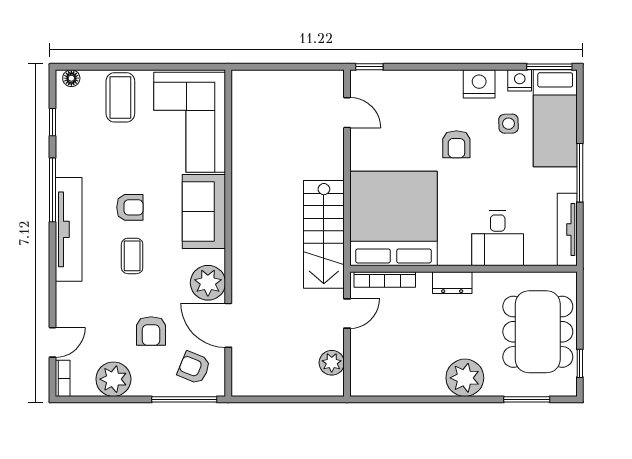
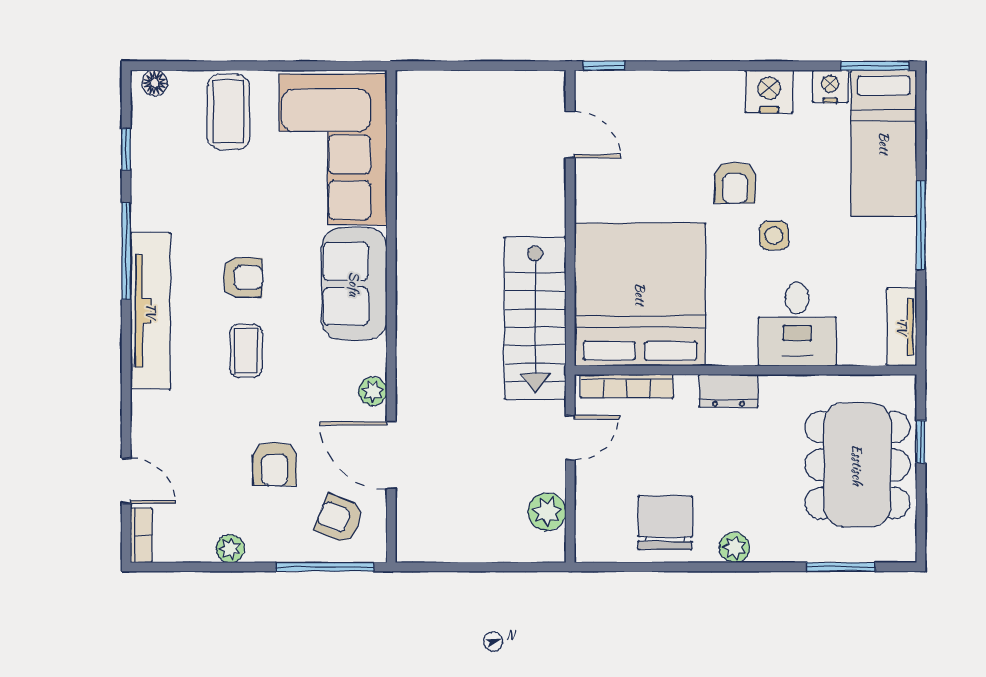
side table: (508, 124) -> (774, 236), moved
tv unit: (567, 230) -> (902, 327), width x0.71
plant: (208, 283) -> (373, 391), width x0.53, depth x0.53
door: (52, 342) -> (126, 481), hinge flipped
window: (580, 363) -> (921, 442), moved
chair: (410, 370) -> (665, 523), added
plant: (465, 378) -> (734, 548), width x0.53, depth x0.53
plant: (113, 379) -> (230, 549), width x0.53, depth x0.53

